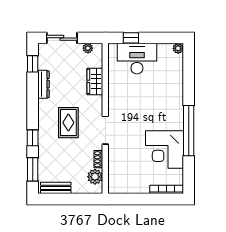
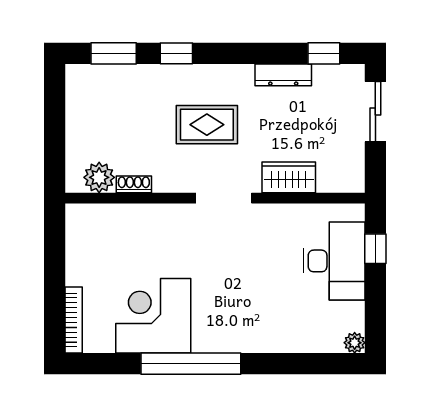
plant: (88, 48) -> (355, 163), removed
doorway: (105, 130) -> (224, 198), moved
bench: (56, 188) -> (77, 99), removed

